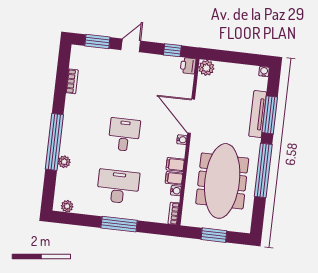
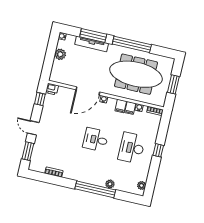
plant: (206, 68) -> (60, 54), moved
window: (119, 224) -> (158, 150), width x0.46

